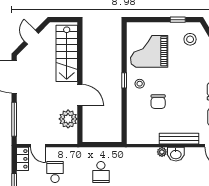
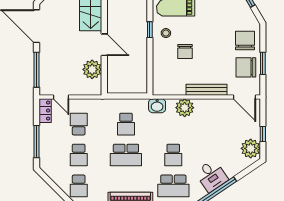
plant: (162, 152) -> (185, 108), width x1.88, depth x1.88
washbasin: (176, 154) -> (157, 106), moved

